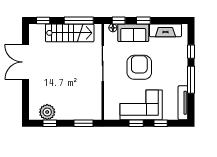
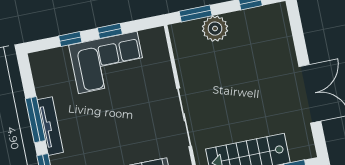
armchair: (139, 67) -> (123, 123), removed
tv unit: (183, 103) -> (50, 126), moved
plant: (47, 112) -> (215, 29), moved

